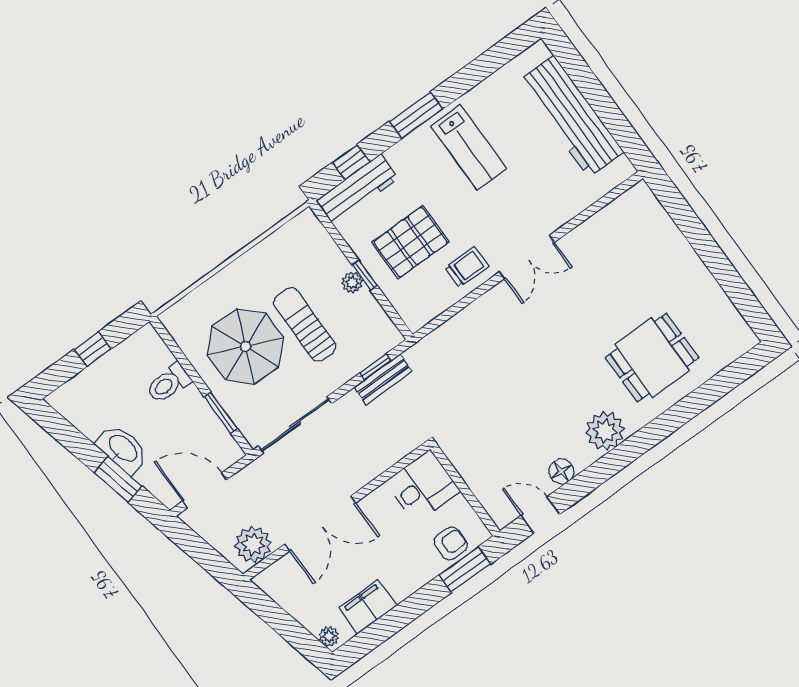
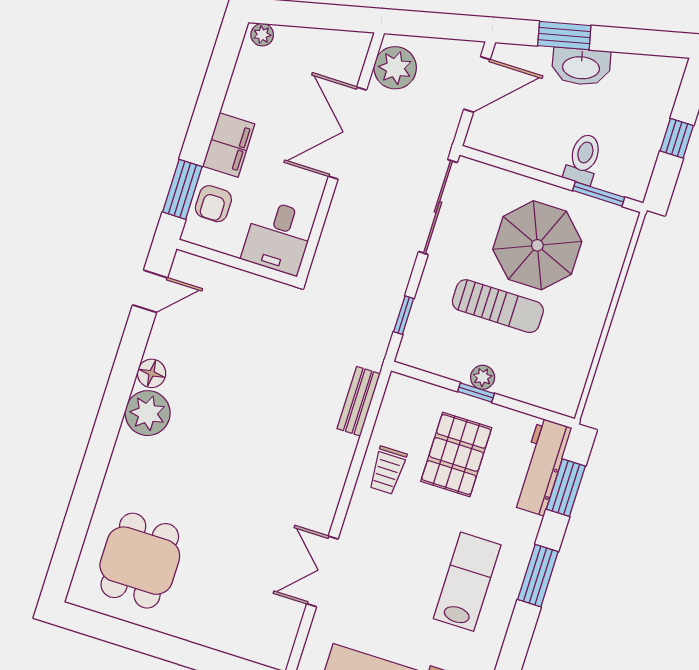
lab bench: (469, 147) -> (467, 582), turned 90
window: (351, 162) -> (566, 488), width x1.50
double door: (527, 257) -> (322, 571), moved
dining table: (652, 358) -> (140, 561), moved
bench: (383, 379) -> (359, 401), moved
window: (221, 413) -> (599, 194), moved
floor lamp: (561, 471) -> (152, 373), moved
filing cabinet: (368, 607) -> (229, 145), moved

